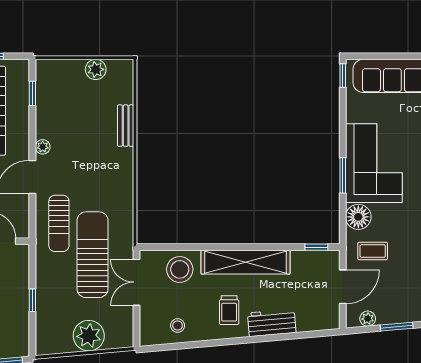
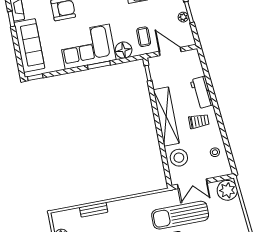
plant: (368, 319) -> (183, 17), moved
plant: (89, 336) -> (227, 190), moved

